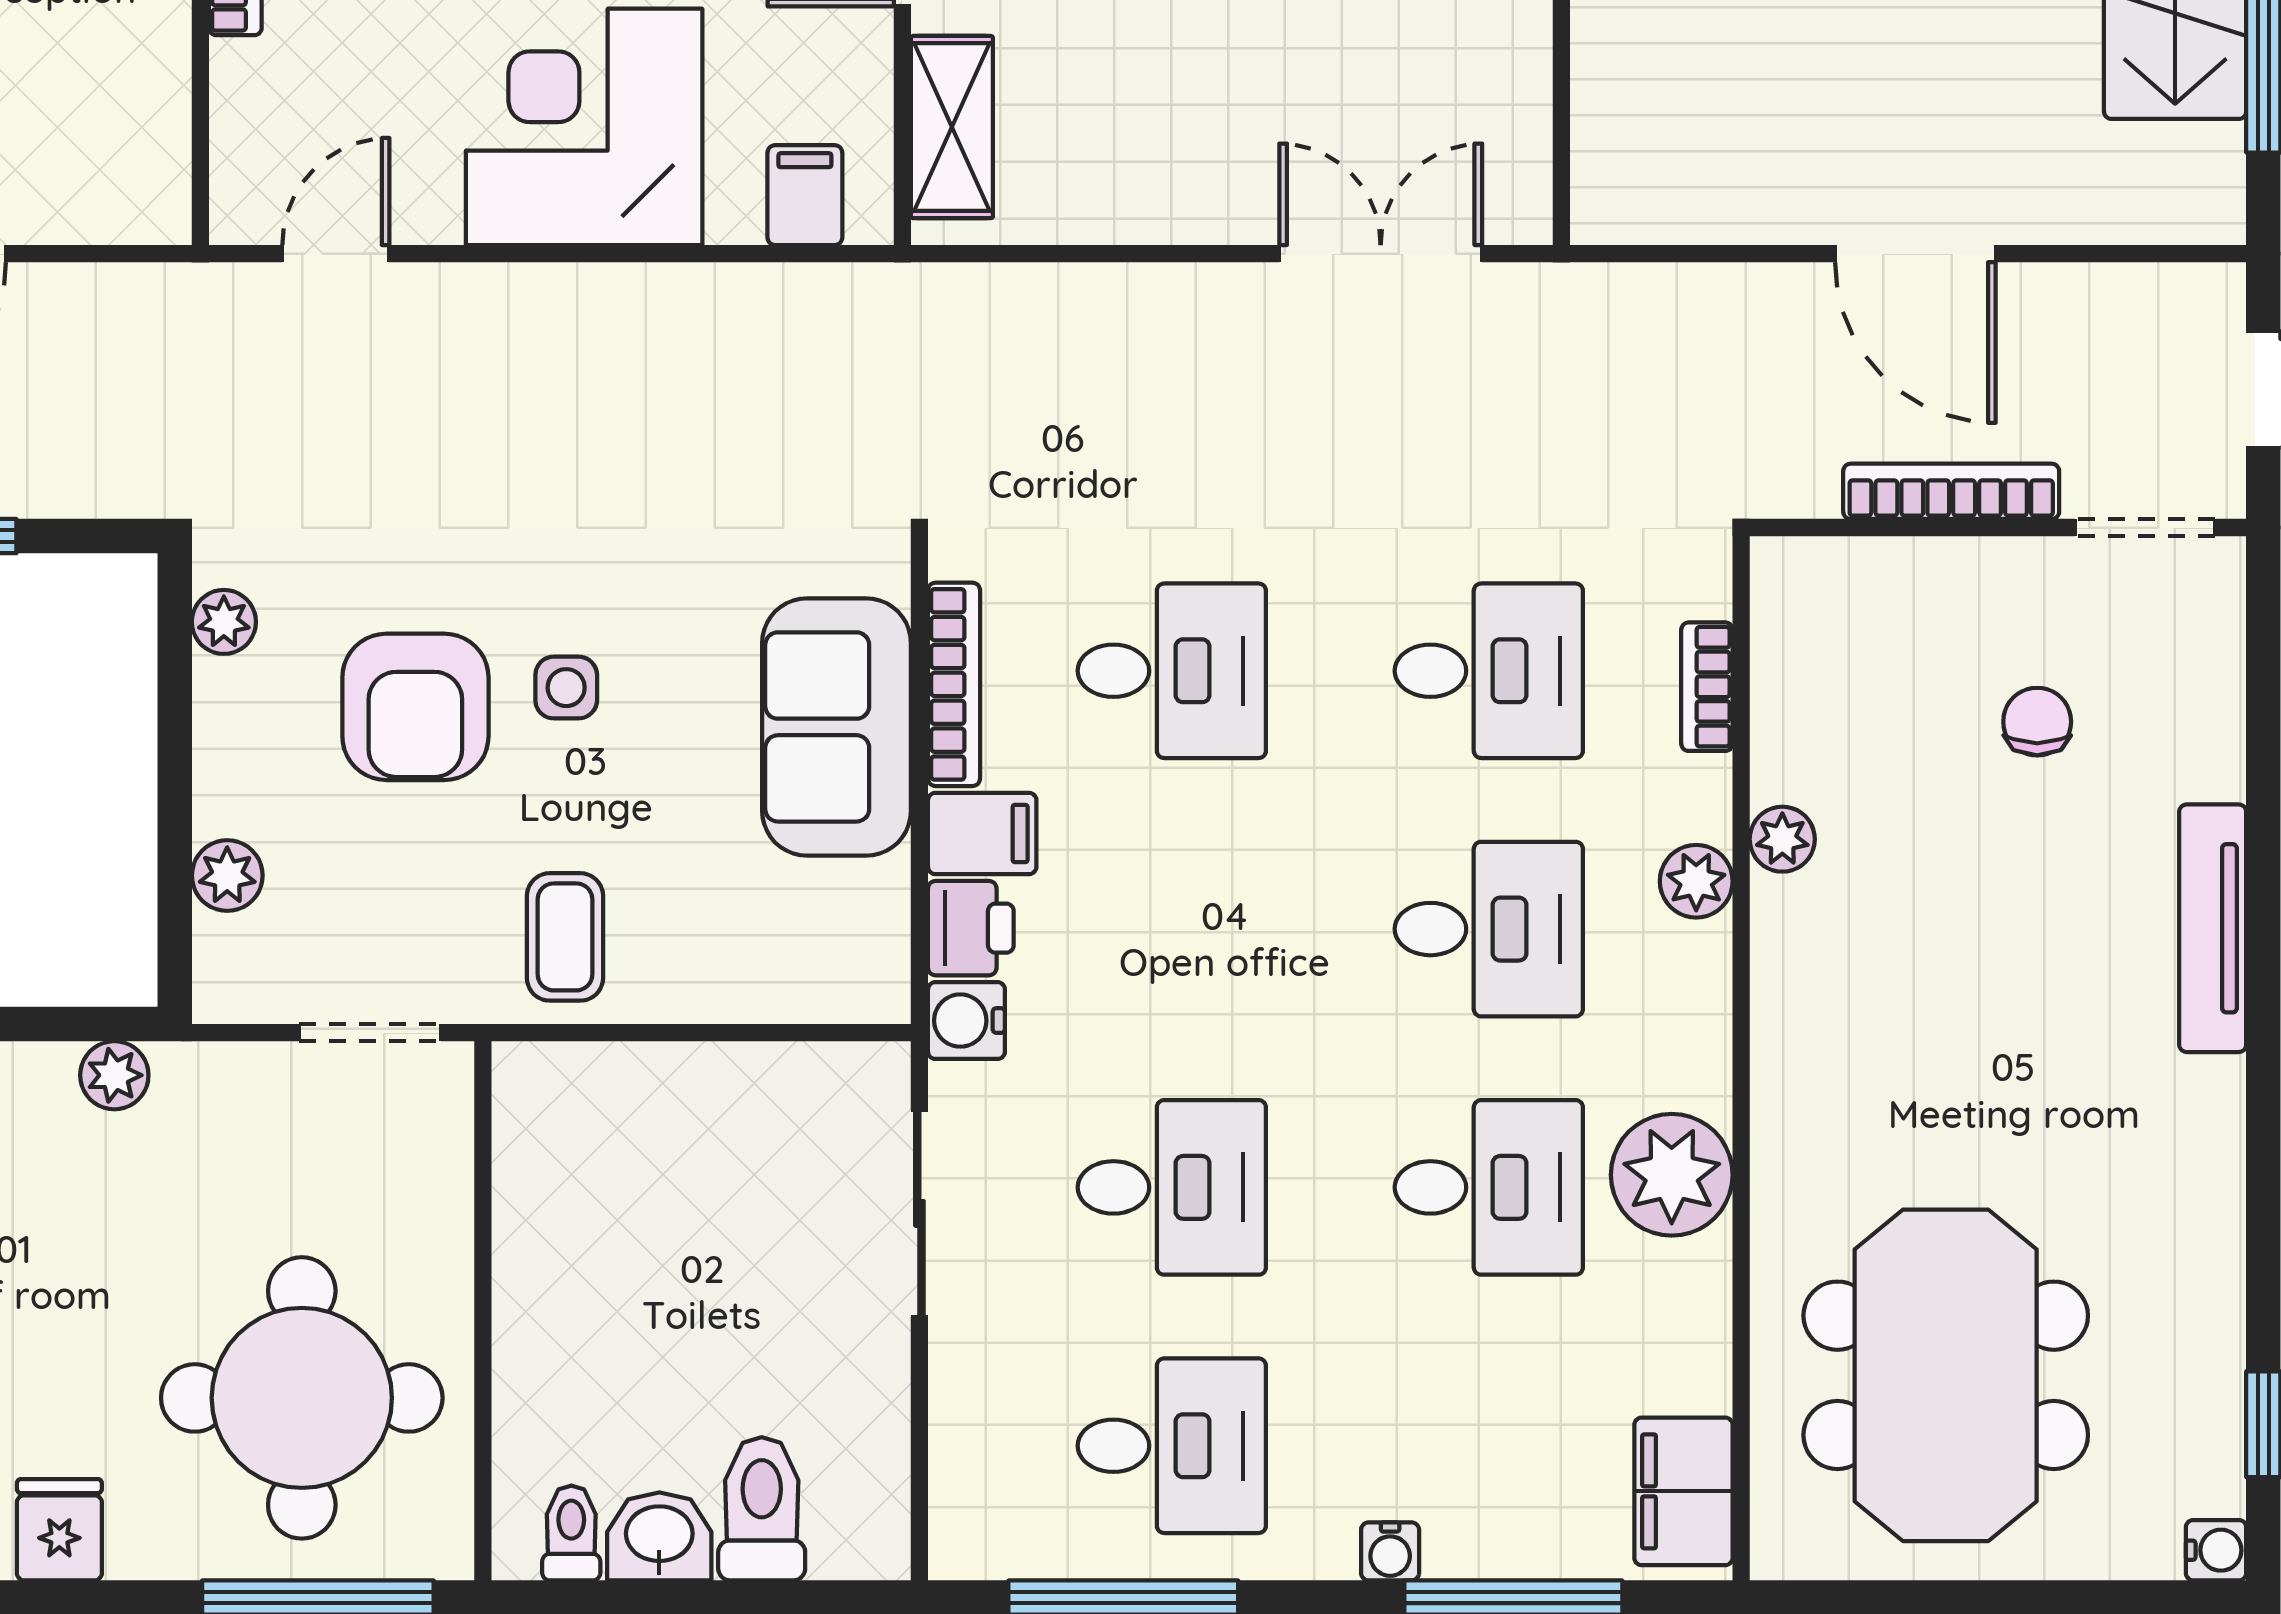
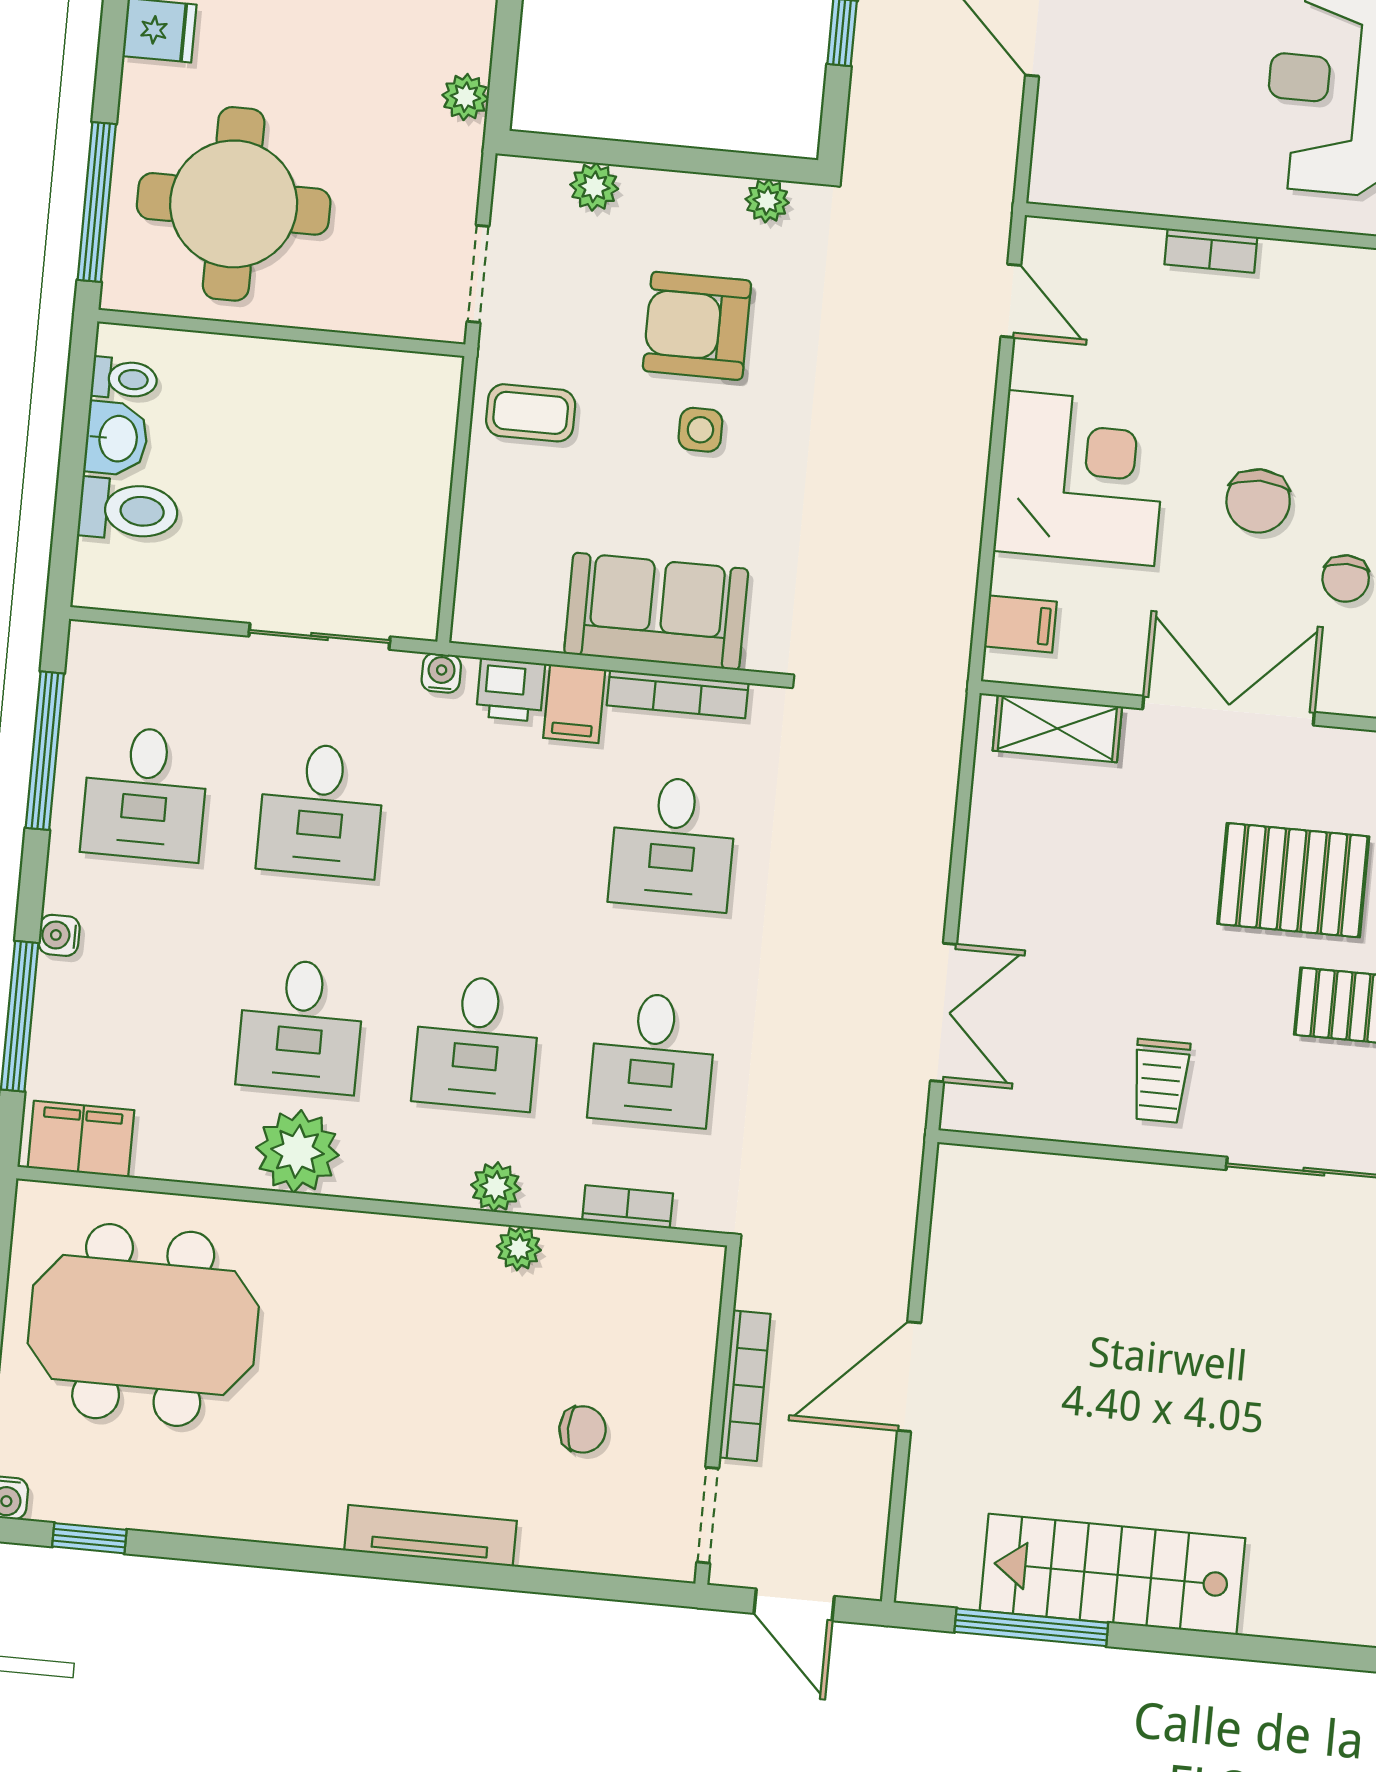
water cooler: (966, 1021) -> (441, 673), width x0.72, depth x0.72

